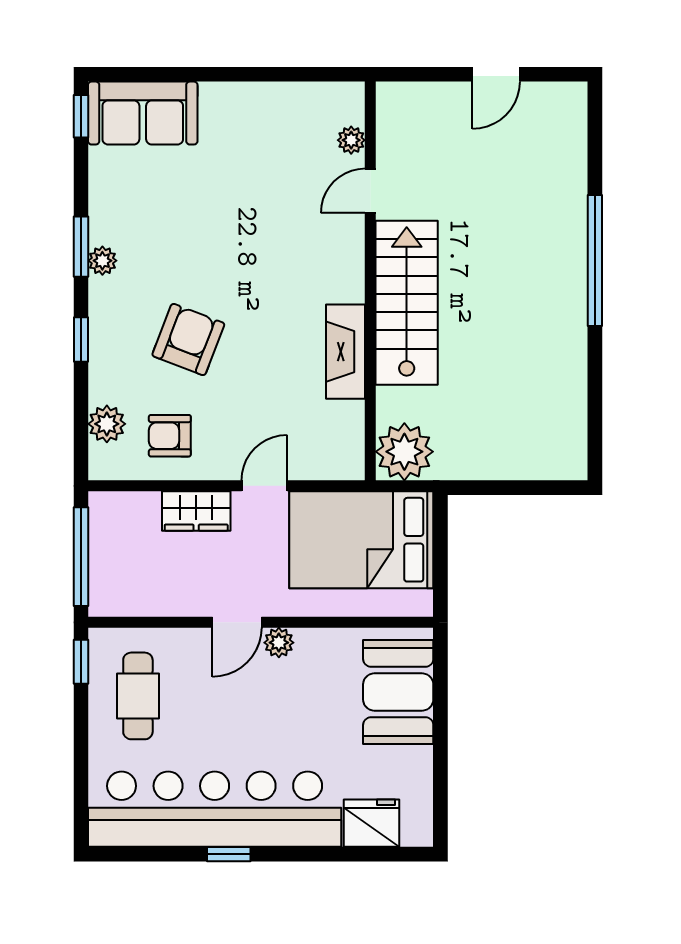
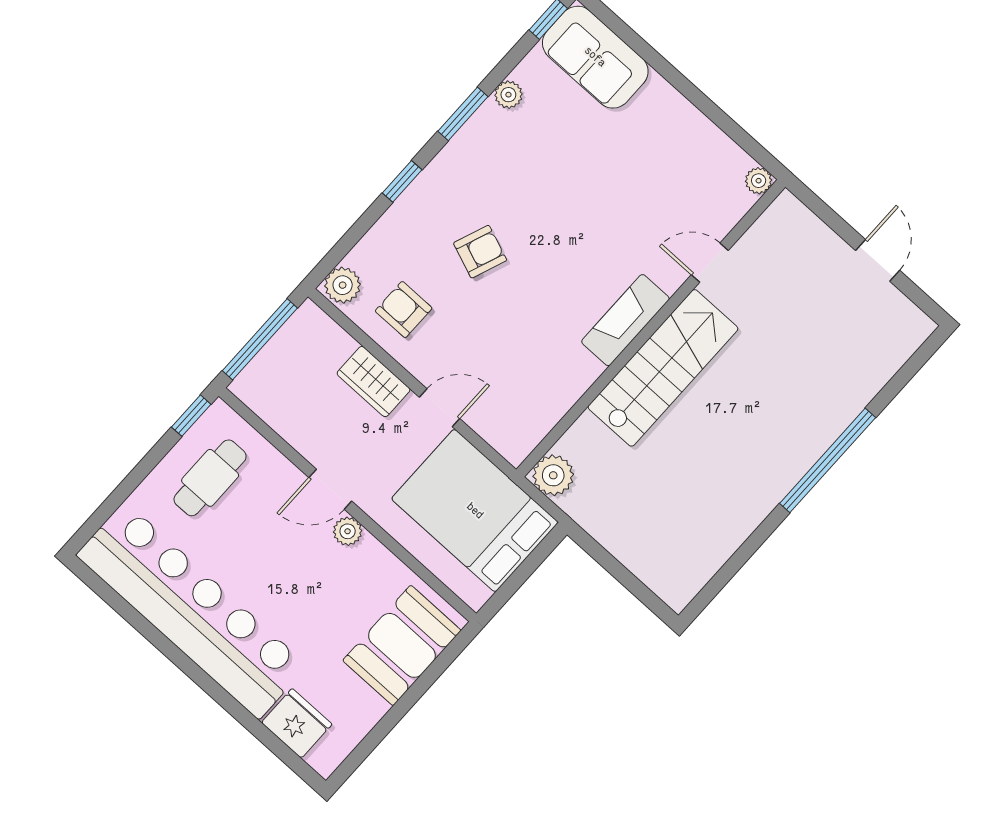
door: (496, 74) -> (878, 260), swing flipped
plant: (351, 140) -> (759, 181), moved
plant: (102, 261) -> (508, 95), moved
armchair: (188, 340) -> (480, 252), width x0.72, depth x0.72
fireplace: (345, 352) -> (625, 320), moved
plant: (107, 424) -> (343, 285), moved
plant: (404, 452) -> (553, 475), width x0.73, depth x0.73
window: (229, 854) -> (172, 652), removed

